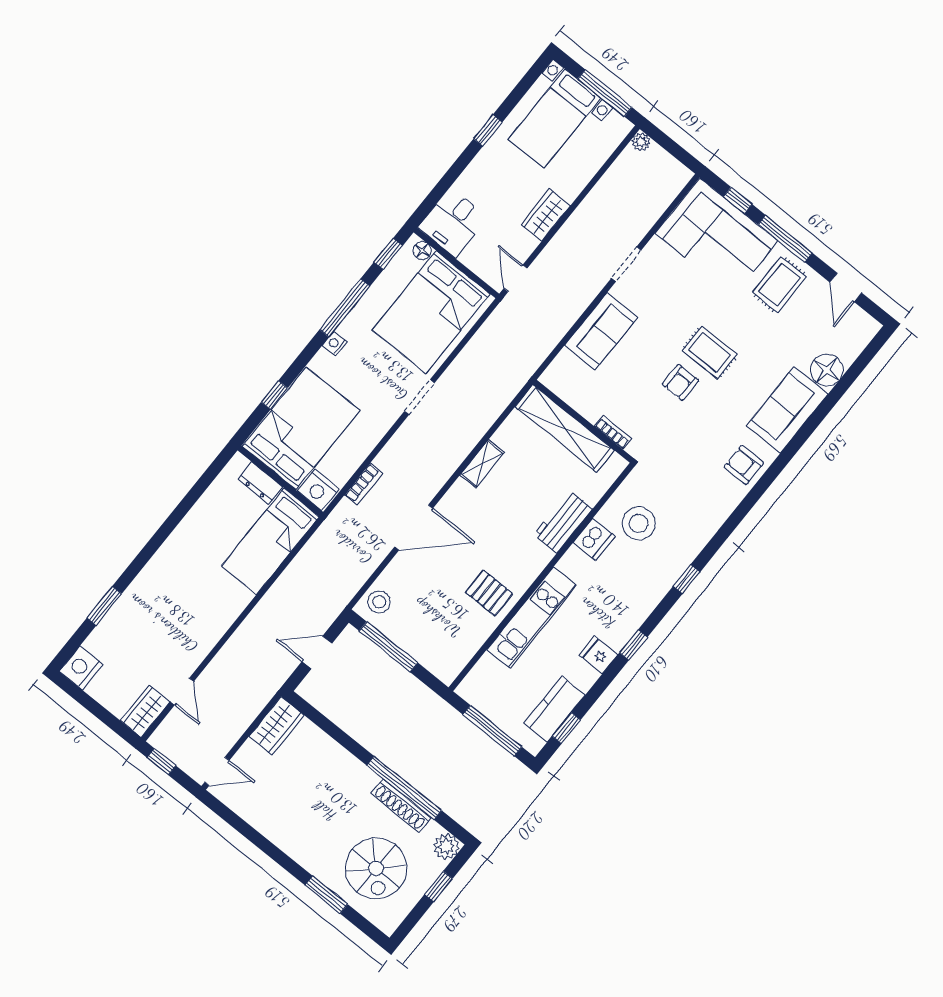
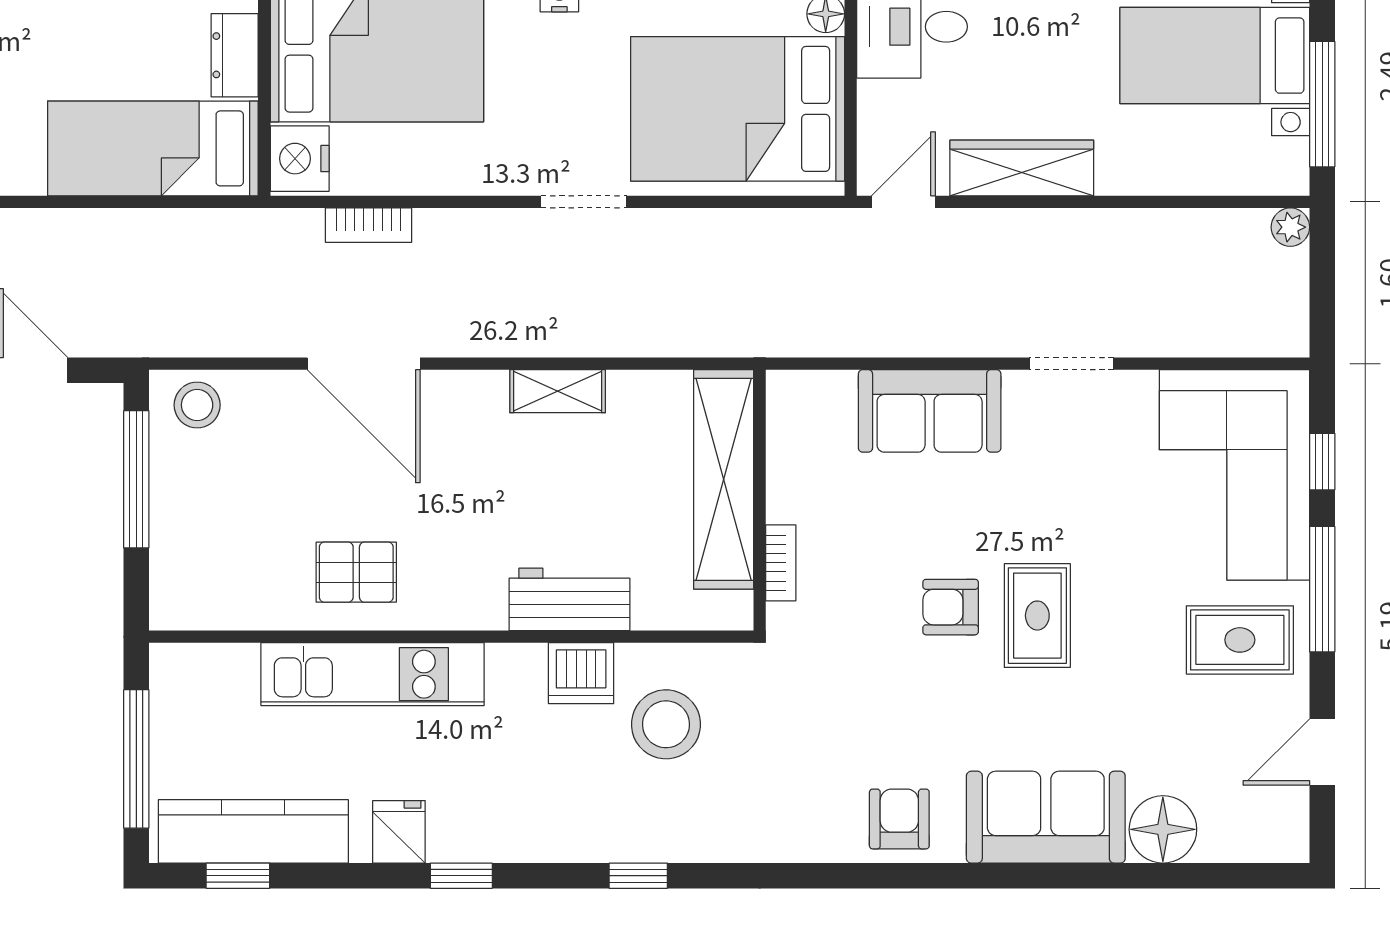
wardrobe: (546, 215) -> (1022, 168), width x1.50
pallet: (489, 593) -> (356, 572), turned 90
kitchen counter: (555, 709) -> (253, 831), width x1.50

